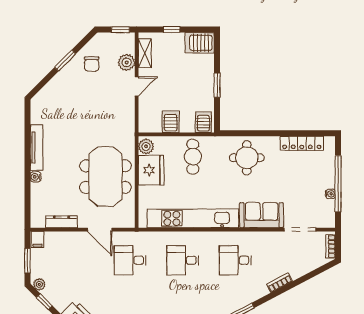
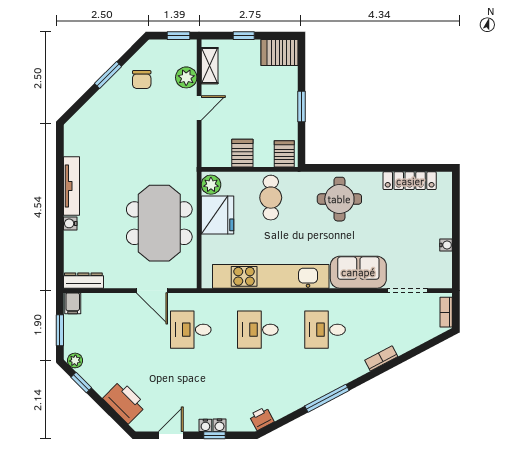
window: (338, 184) -> (456, 232), removed
dresser: (62, 222) -> (83, 281), moved

